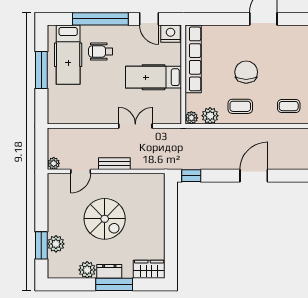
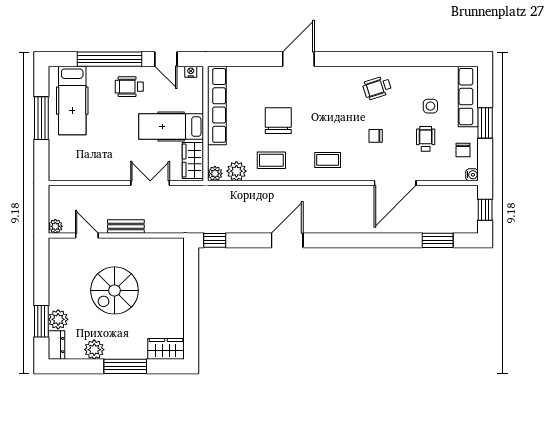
nightstand: (171, 34) -> (191, 72), width x0.53, depth x0.56
wheelchair: (101, 52) -> (129, 87), moved
wardrobe: (172, 107) -> (193, 161), added
door: (81, 171) -> (87, 236), swing flipped
spiral stairs: (105, 219) -> (114, 290), turned 90
dresser: (109, 271) -> (56, 345), moved, turned 90

